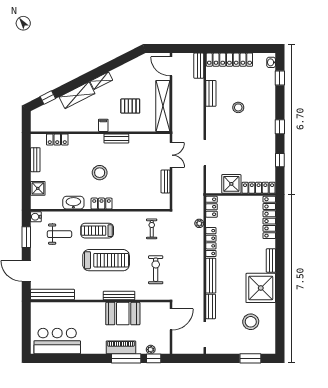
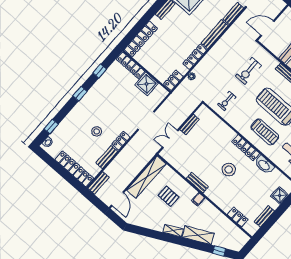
locker: (211, 118) -> (121, 141), added
locker: (102, 204) -> (246, 148), width x1.53

